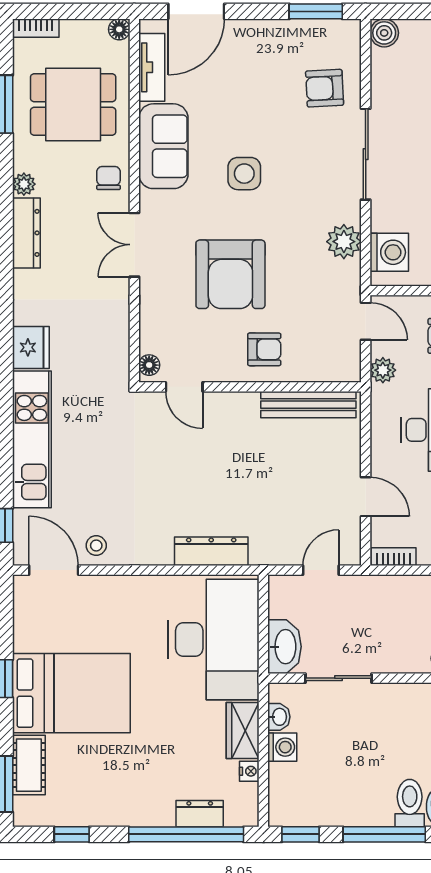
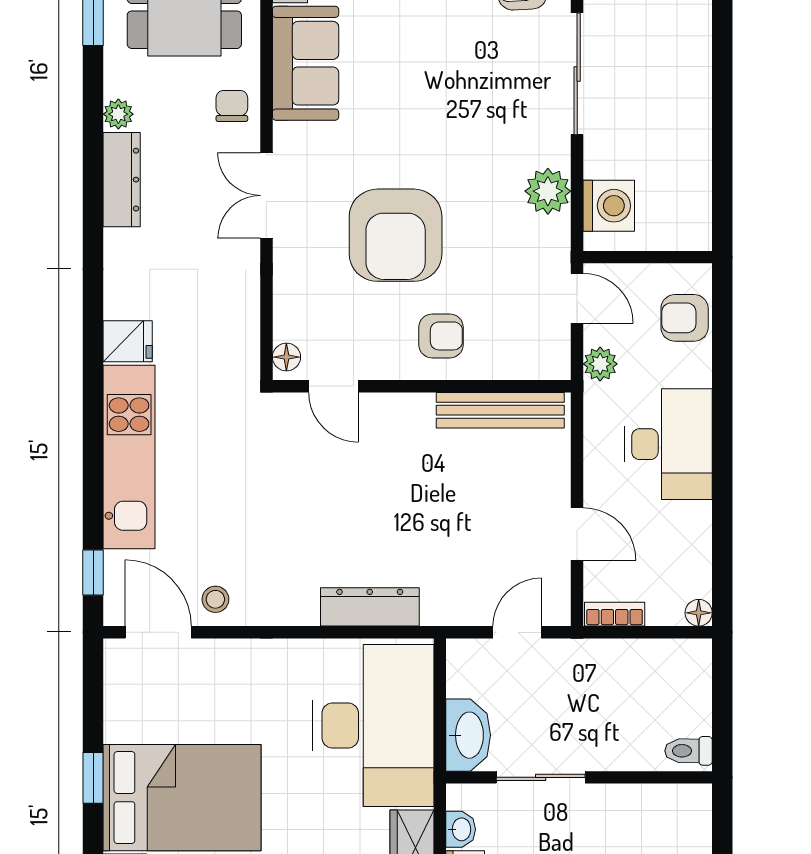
side table: (244, 174) -> (414, 100), removed
fridge: (31, 347) -> (128, 341), width x0.72

